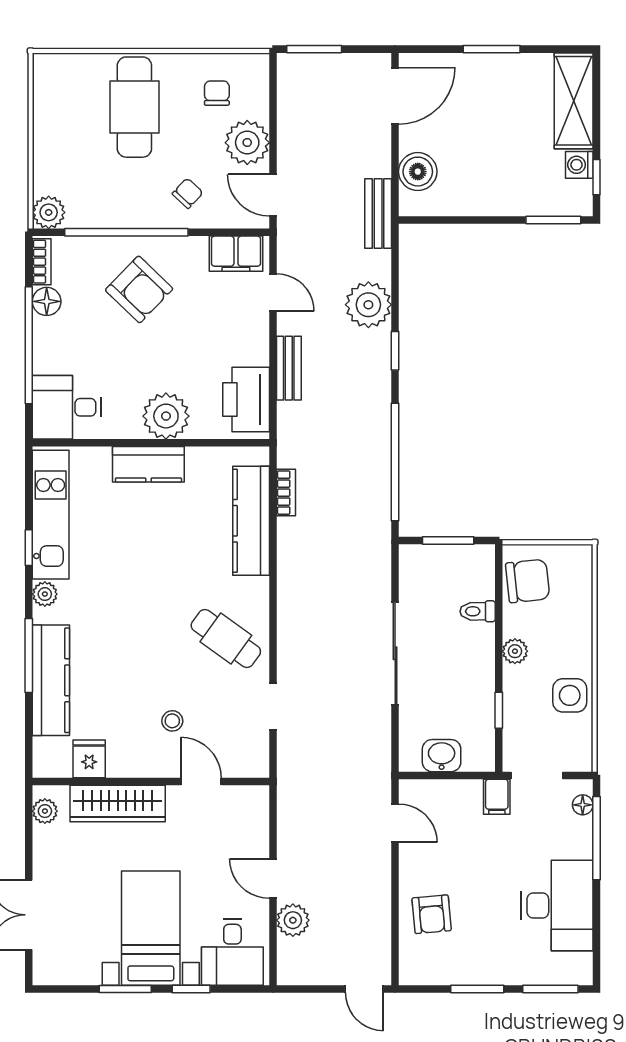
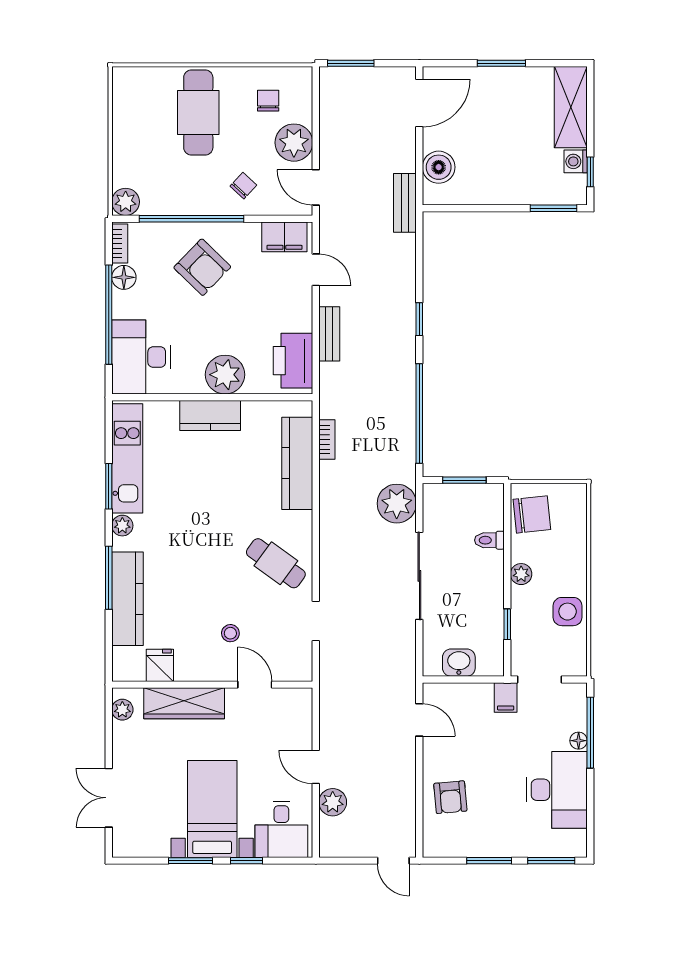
plant: (368, 305) -> (397, 504), moved
desk: (67, 407) -> (141, 357), width x1.37
window: (29, 548) -> (109, 486), width x1.50
floor lamp: (583, 805) -> (579, 741), moved

